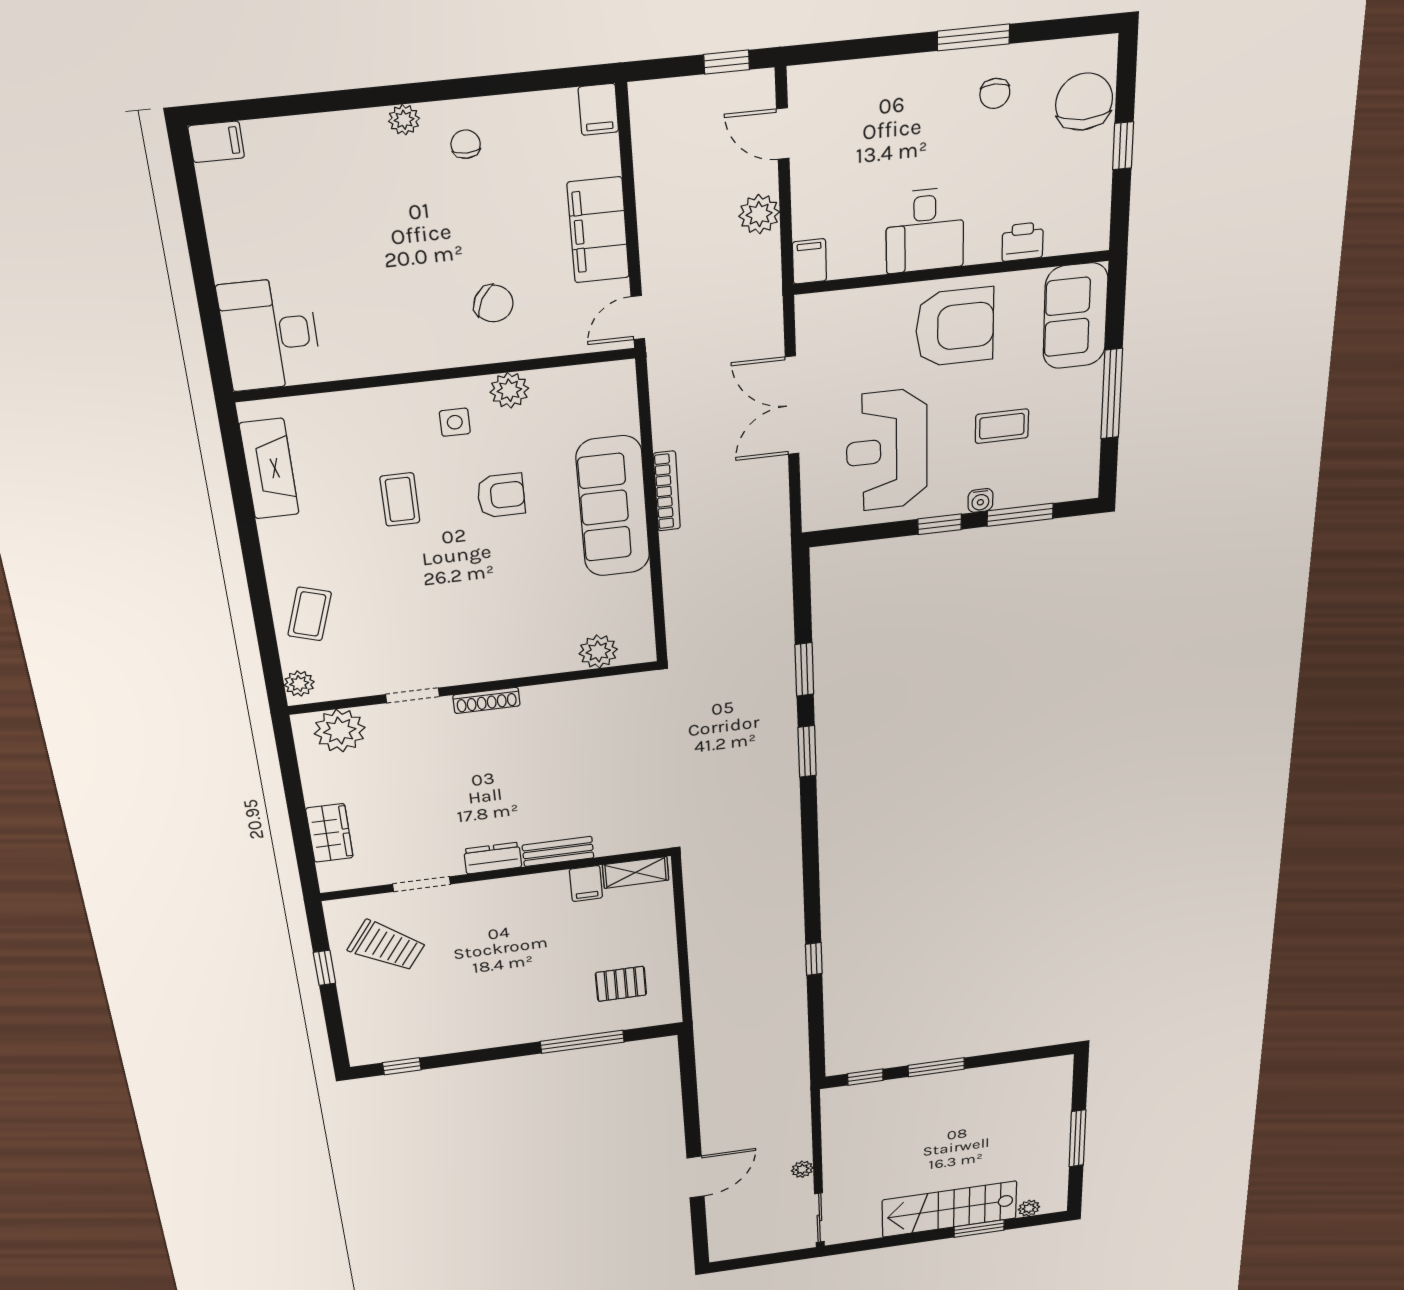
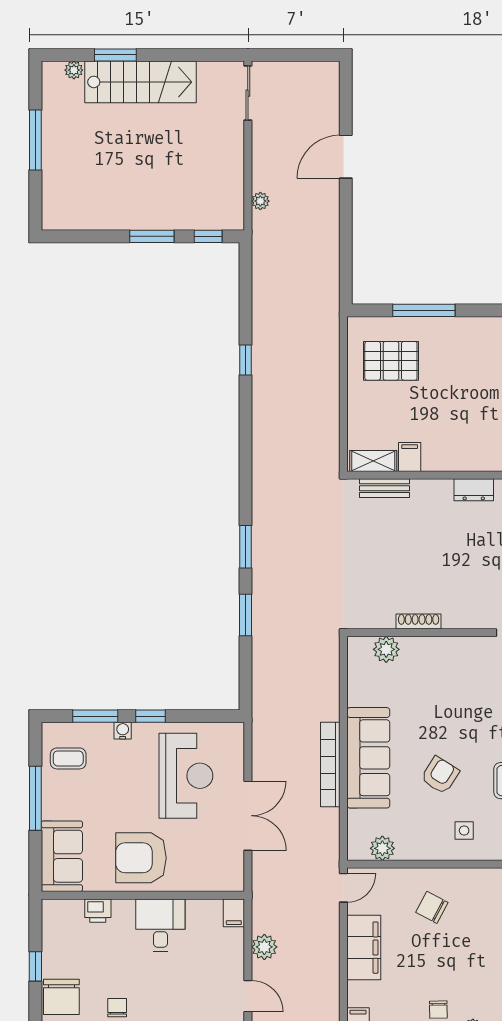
plant: (509, 390) -> (382, 848), moved
coffee table: (1002, 426) -> (68, 758), moved
bookcase: (667, 491) -> (330, 765), width x1.48, depth x1.31
armchair: (501, 495) -> (440, 775), turned 122
shoe rack: (486, 700) -> (419, 621), moved
bench: (558, 851) -> (385, 488), moved
pallet: (621, 984) -> (391, 361), width x1.50, depth x1.42
plant: (802, 1169) -> (260, 201), moved

